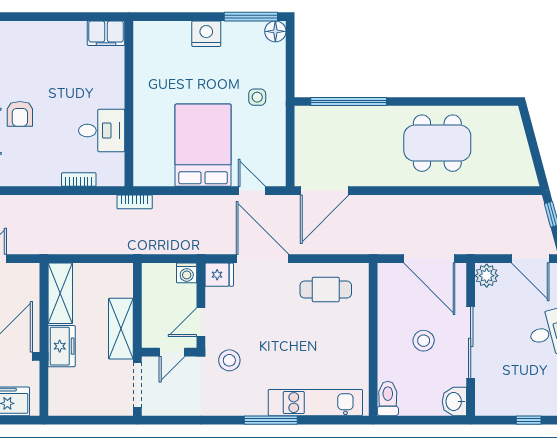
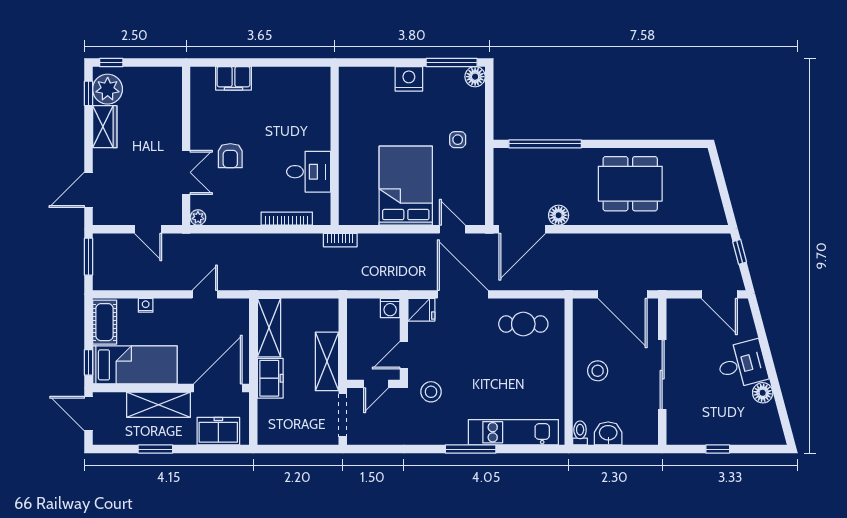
filing cabinet: (106, 33) -> (234, 78), moved
floor lamp: (363, 176) -> (559, 215), added
bookcase: (79, 180) -> (287, 219), width x1.56
plant: (487, 276) -> (677, 311), removed
stool: (424, 341) -> (598, 371), moved
toilet: (388, 398) -> (580, 433), width x0.73, depth x0.72
washbasin: (454, 402) -> (608, 433), moved, turned 90

